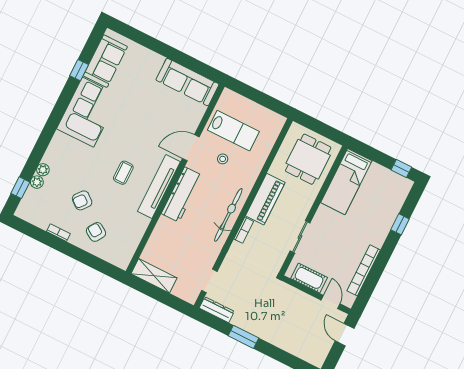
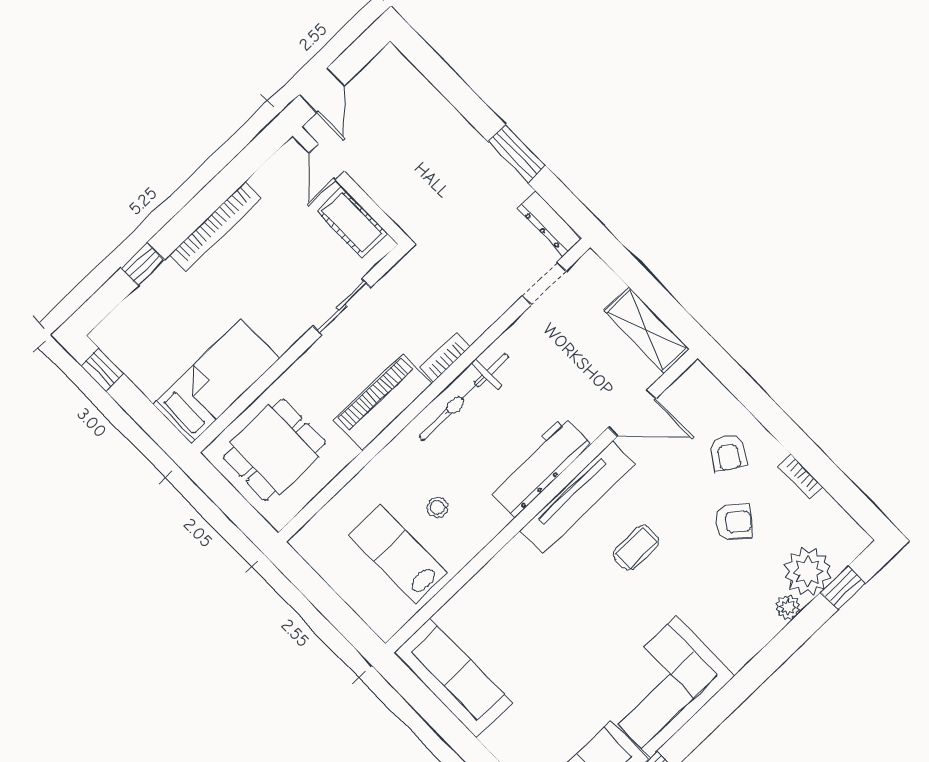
door: (191, 148) -> (632, 413), moved
plant: (37, 182) -> (808, 572), width x1.87, depth x1.87
bookcase: (364, 270) -> (216, 226), moved

